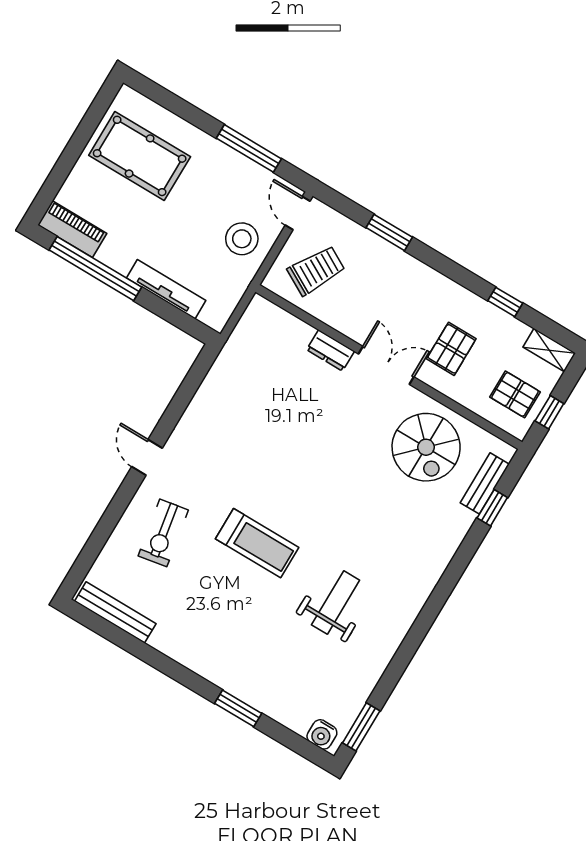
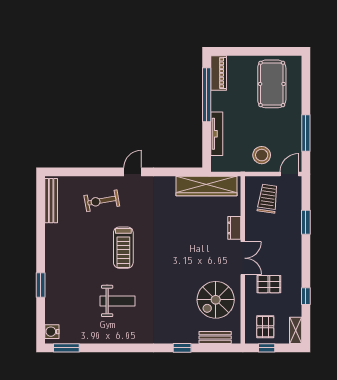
trolley: (316, 270) -> (268, 199), turned -111
wardrobe: (239, 355) -> (206, 186), added
window: (492, 508) -> (182, 348), moved

